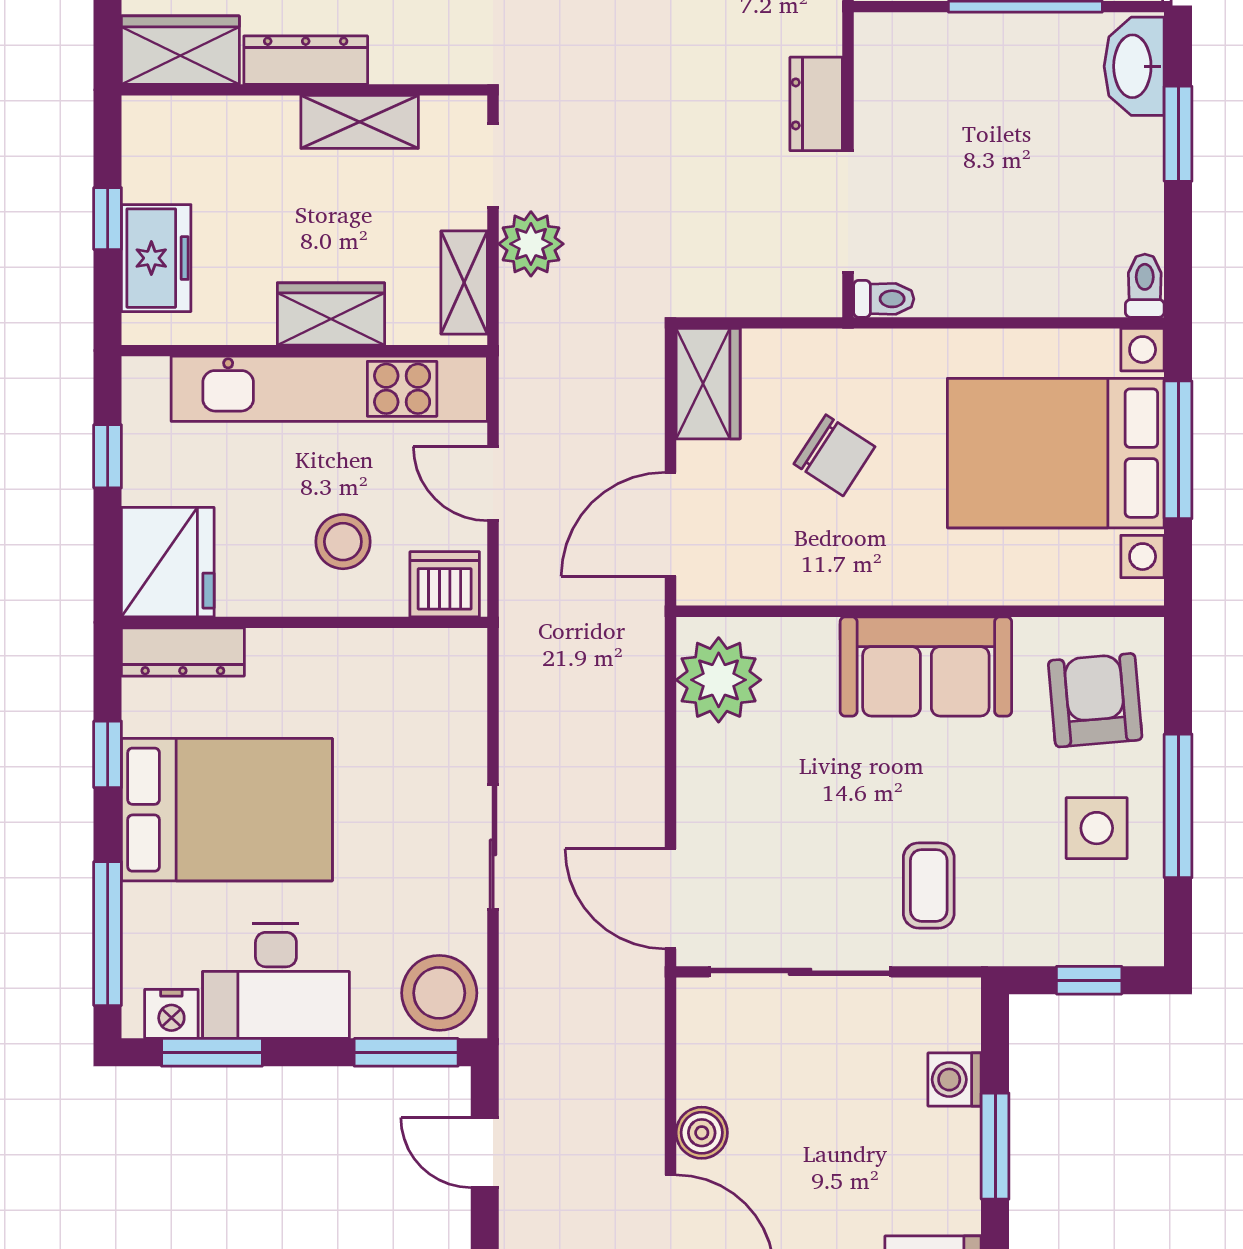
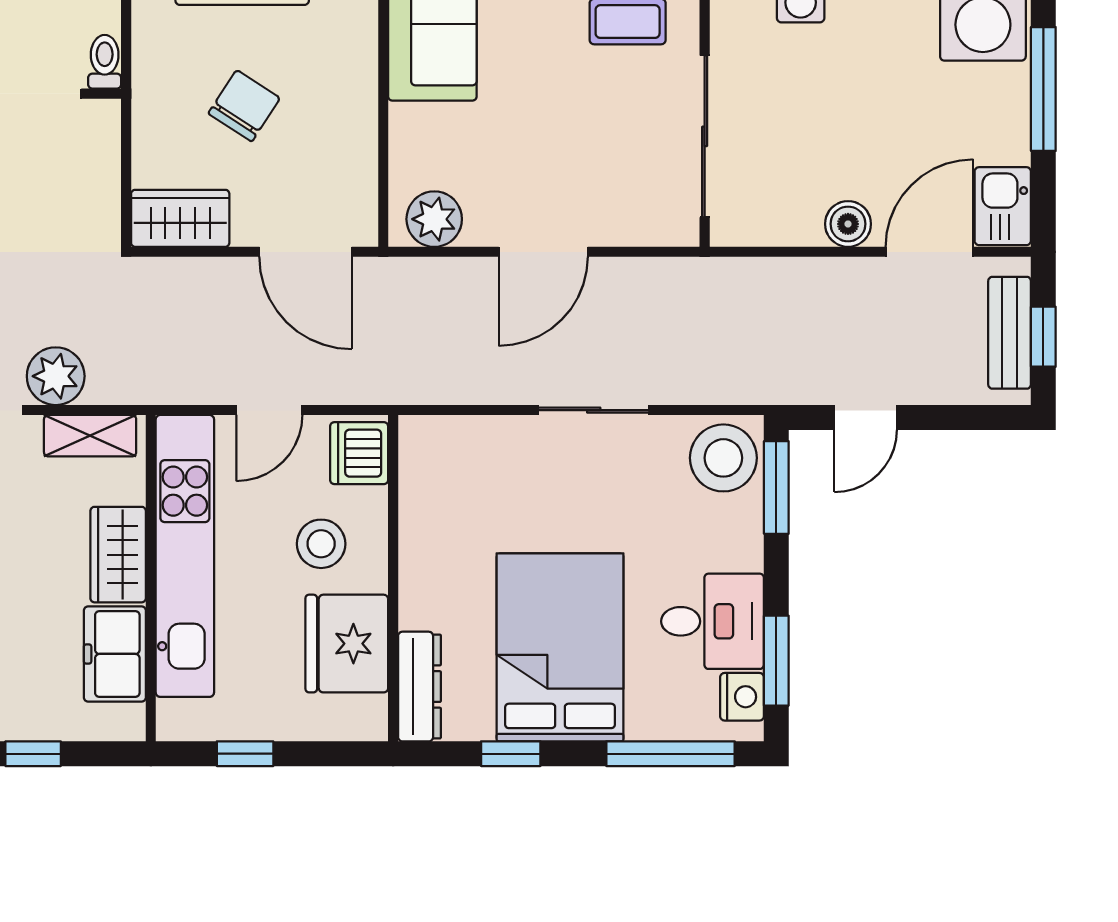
freezer: (156, 258) -> (115, 654), moved, turned -90
fridge: (168, 562) -> (347, 644), moved, turned -90
plant: (719, 680) -> (434, 219), width x0.73, depth x0.73
door: (671, 899) -> (543, 252), moved
desk: (276, 981) -> (713, 621), width x0.73

